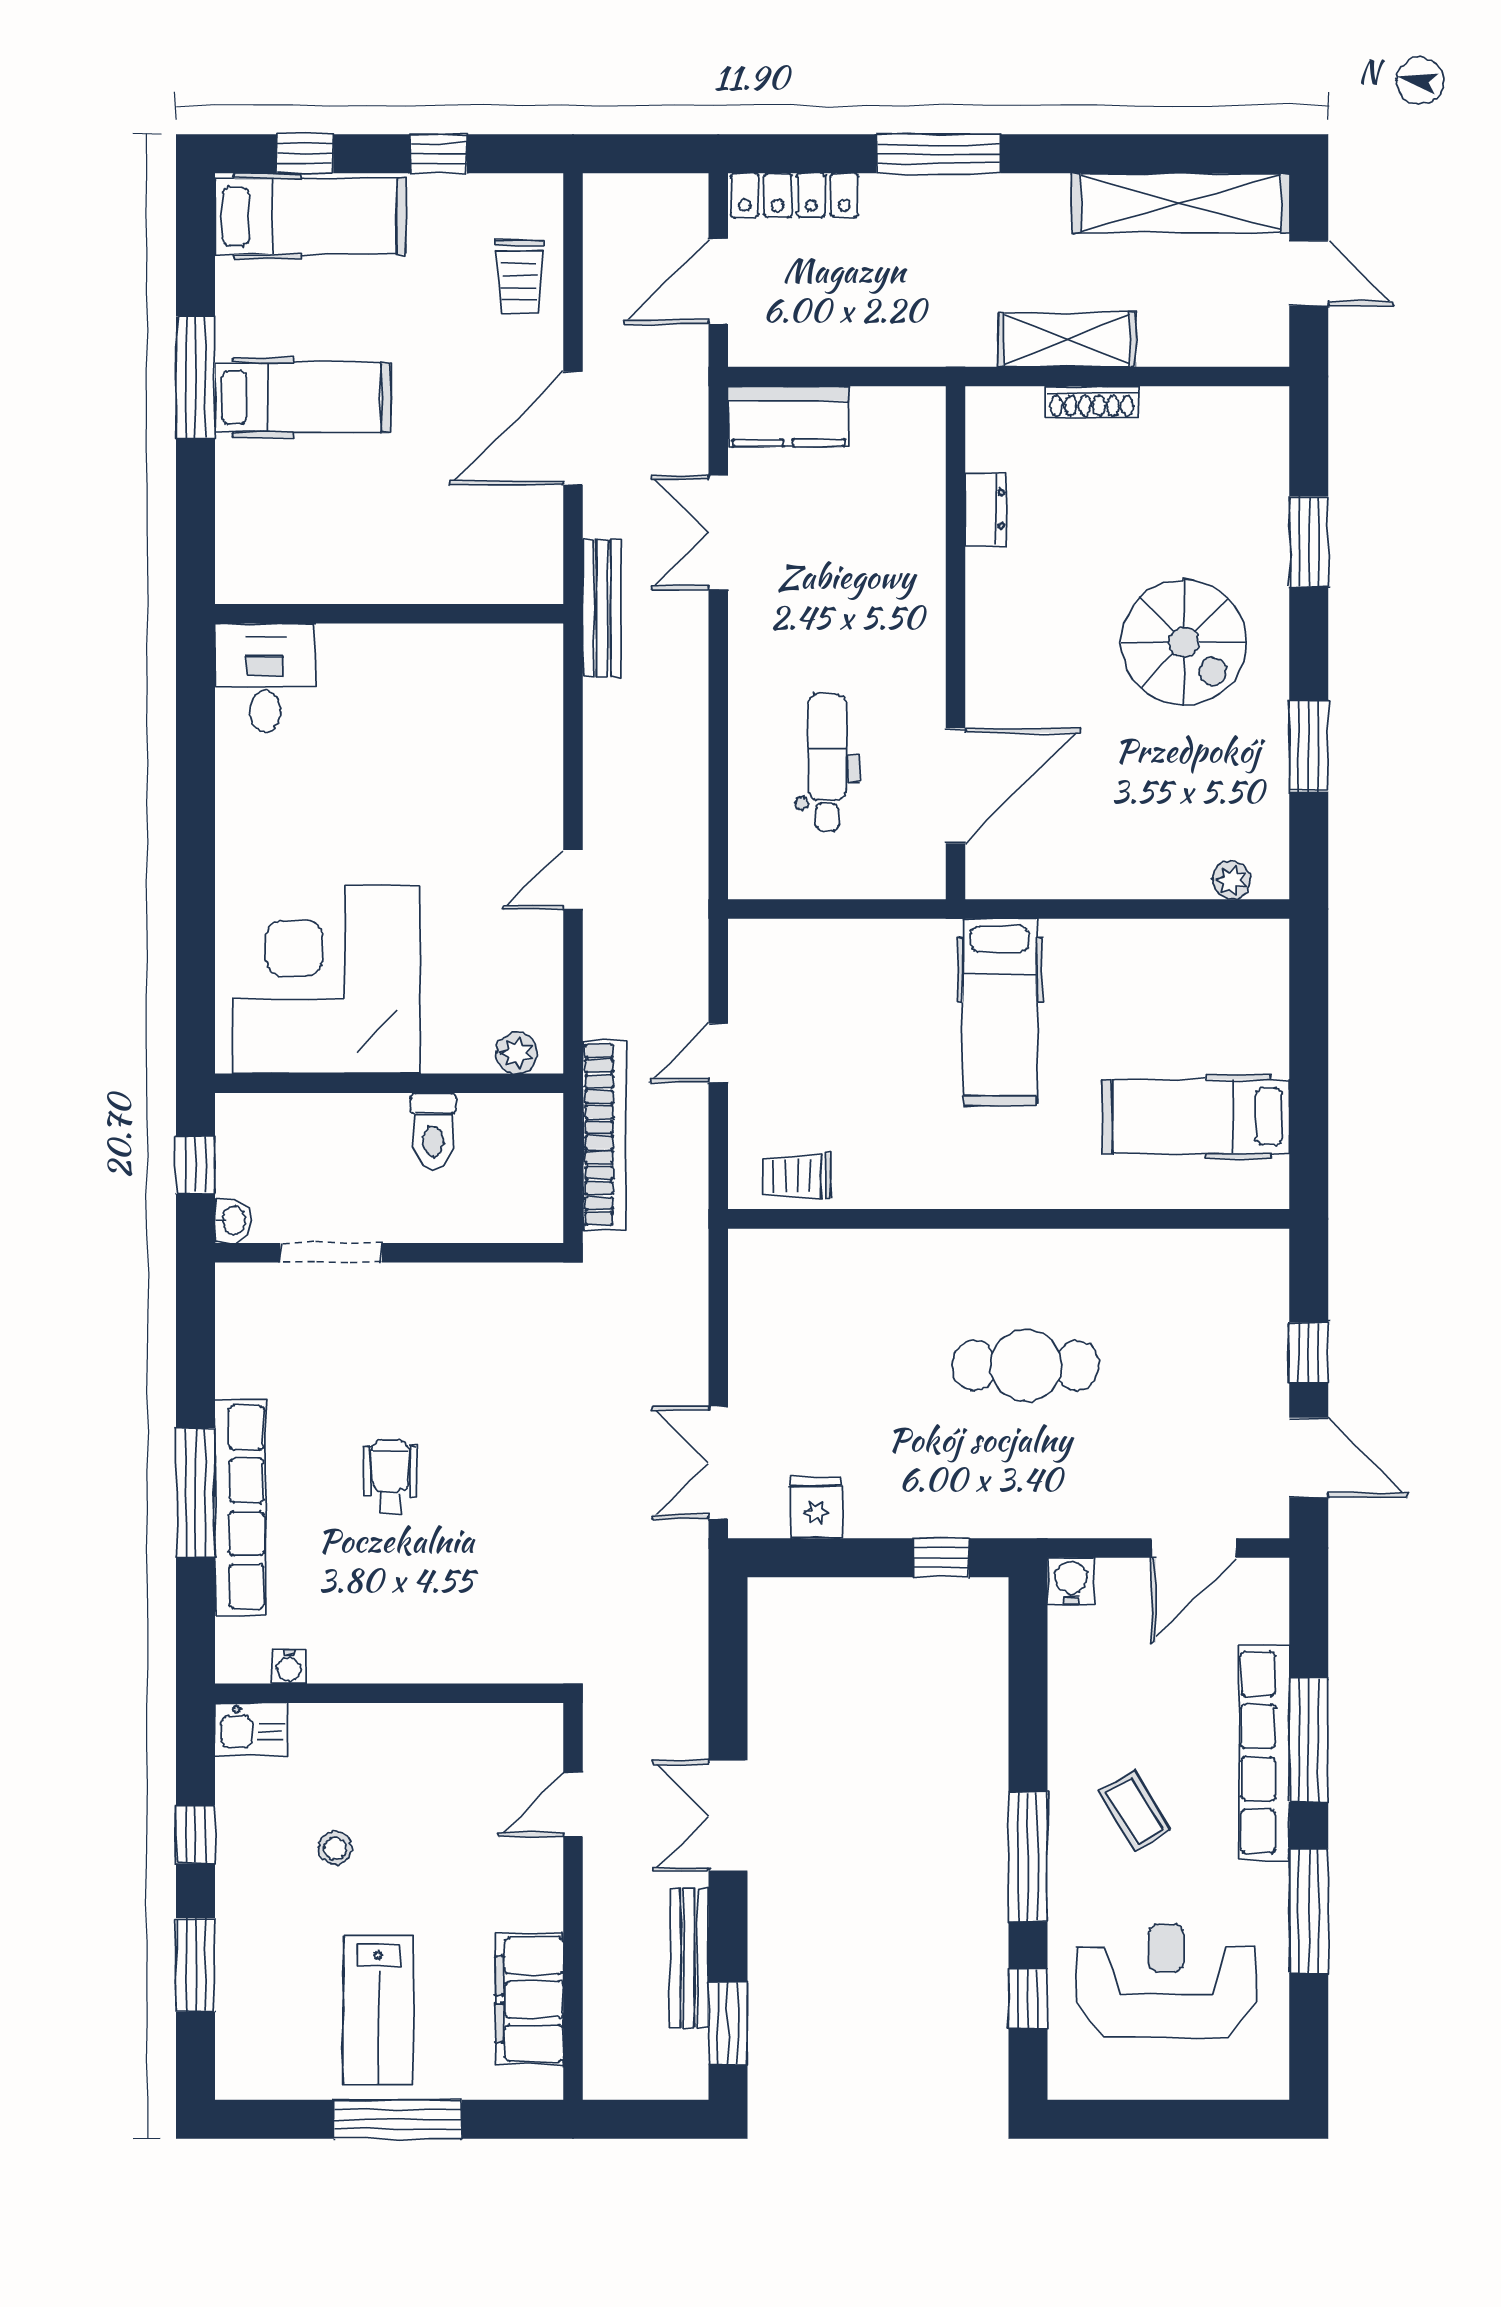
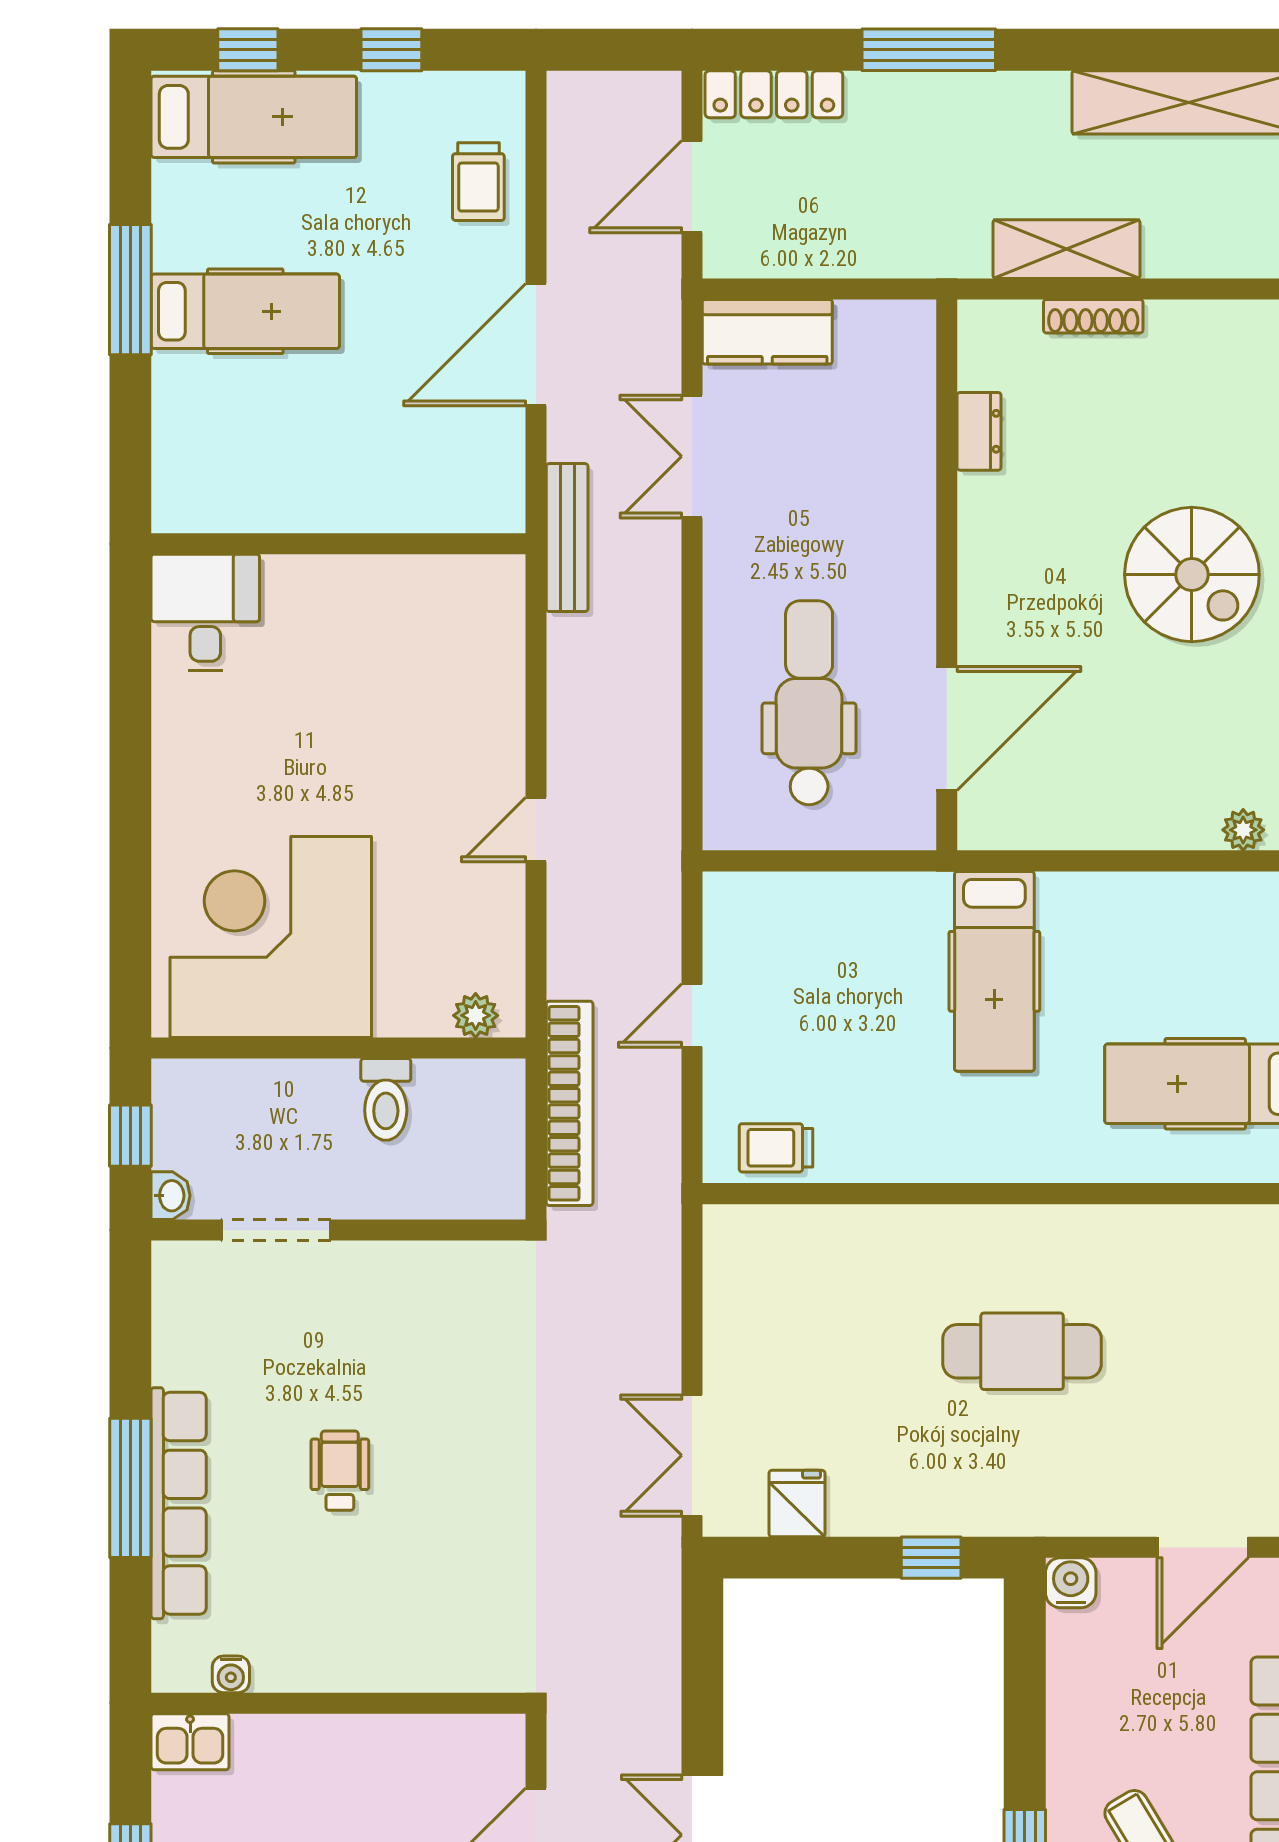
dental chair: (827, 762) -> (809, 703), width x1.36, depth x1.38

